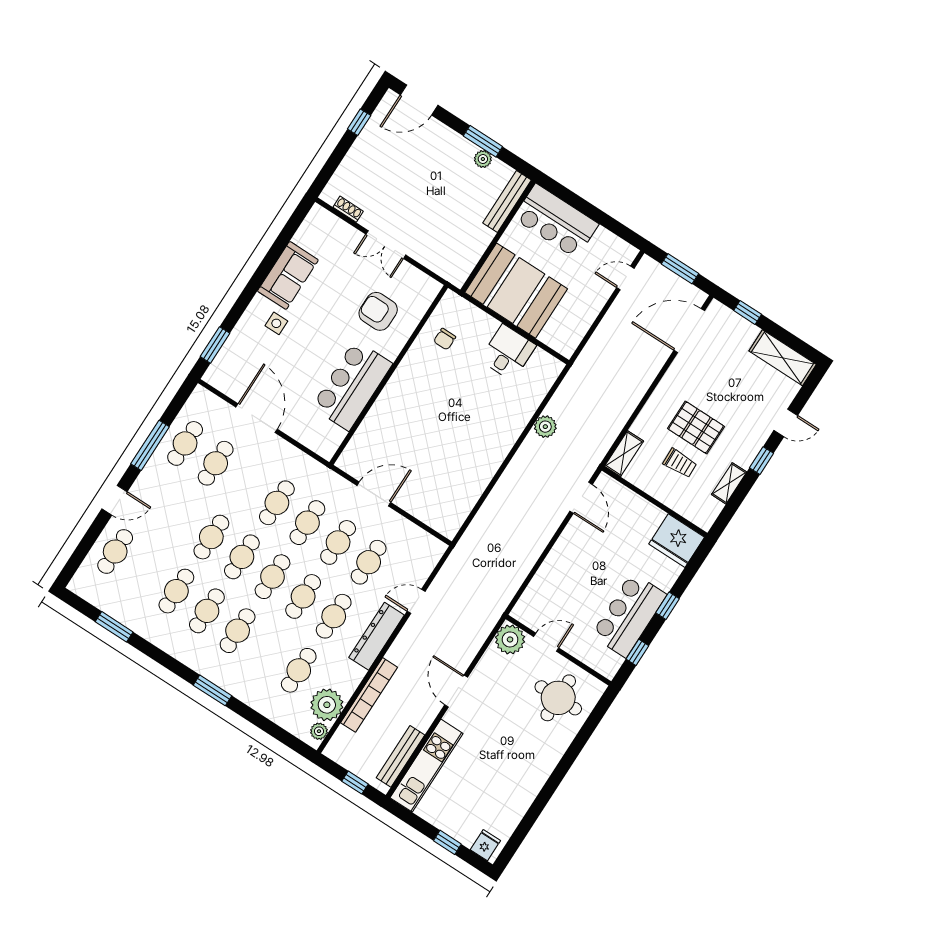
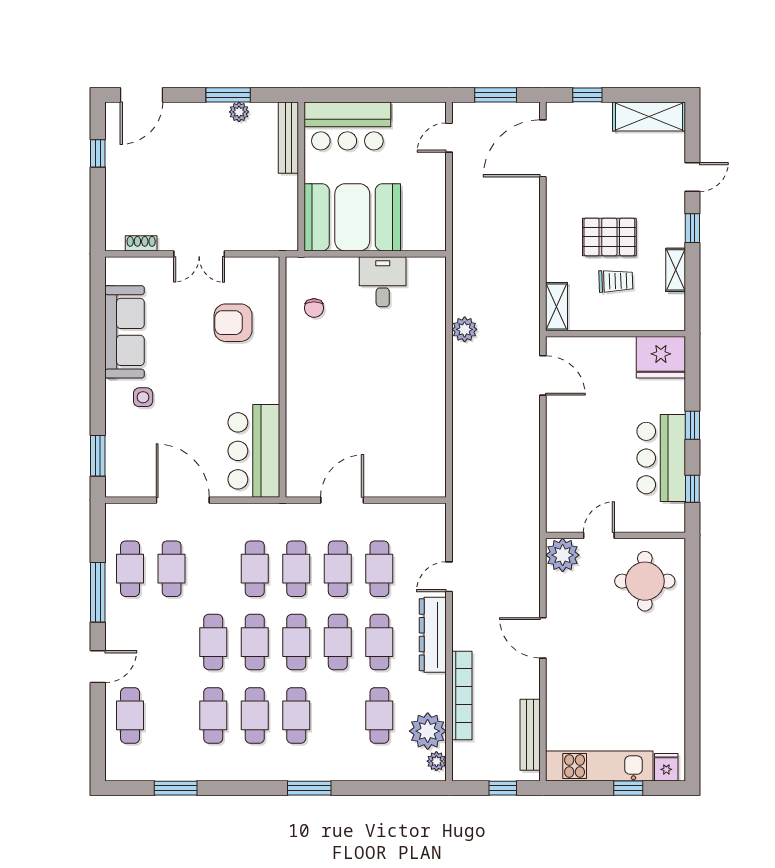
sofa: (288, 275) -> (124, 332), width x1.36
bar counter: (352, 385) -> (254, 451), moved
kitchen unit: (427, 766) -> (599, 766), moved, turned -90

